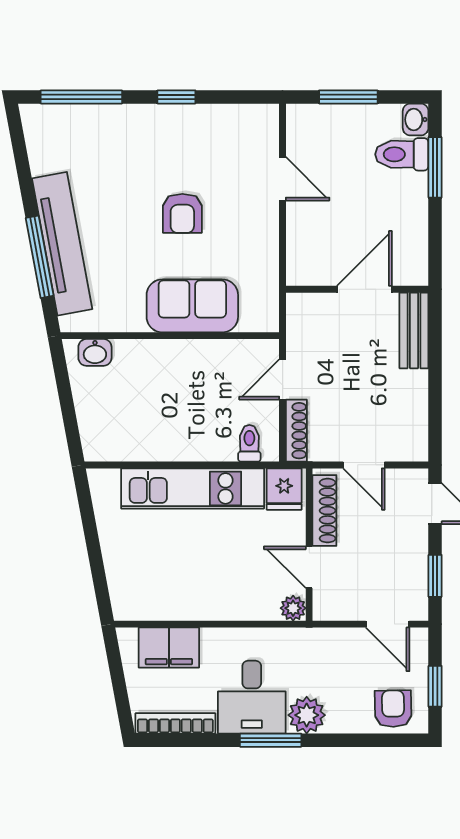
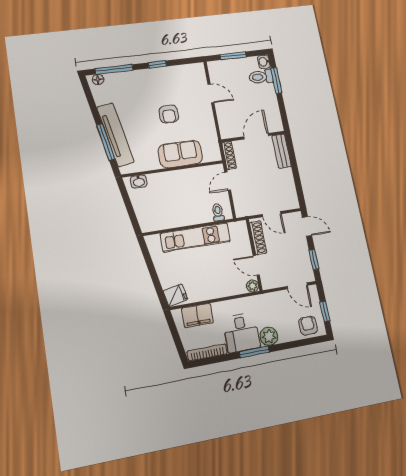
floor lamp: (44, 116) -> (98, 79), added
shoe rack: (296, 431) -> (229, 155), moved
fridge: (284, 489) -> (175, 295), moved, turned -101

